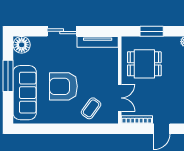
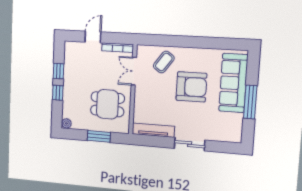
floor lamp: (22, 45) -> (233, 134), removed

